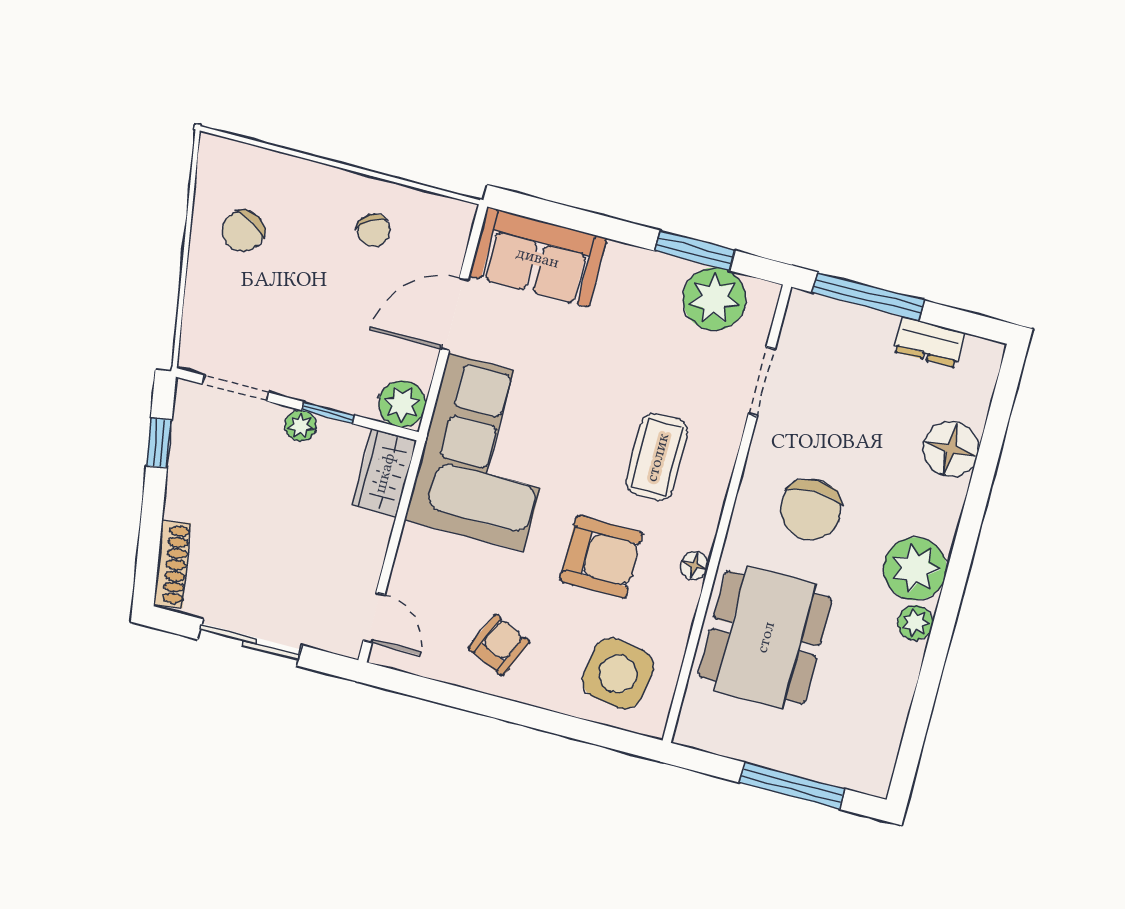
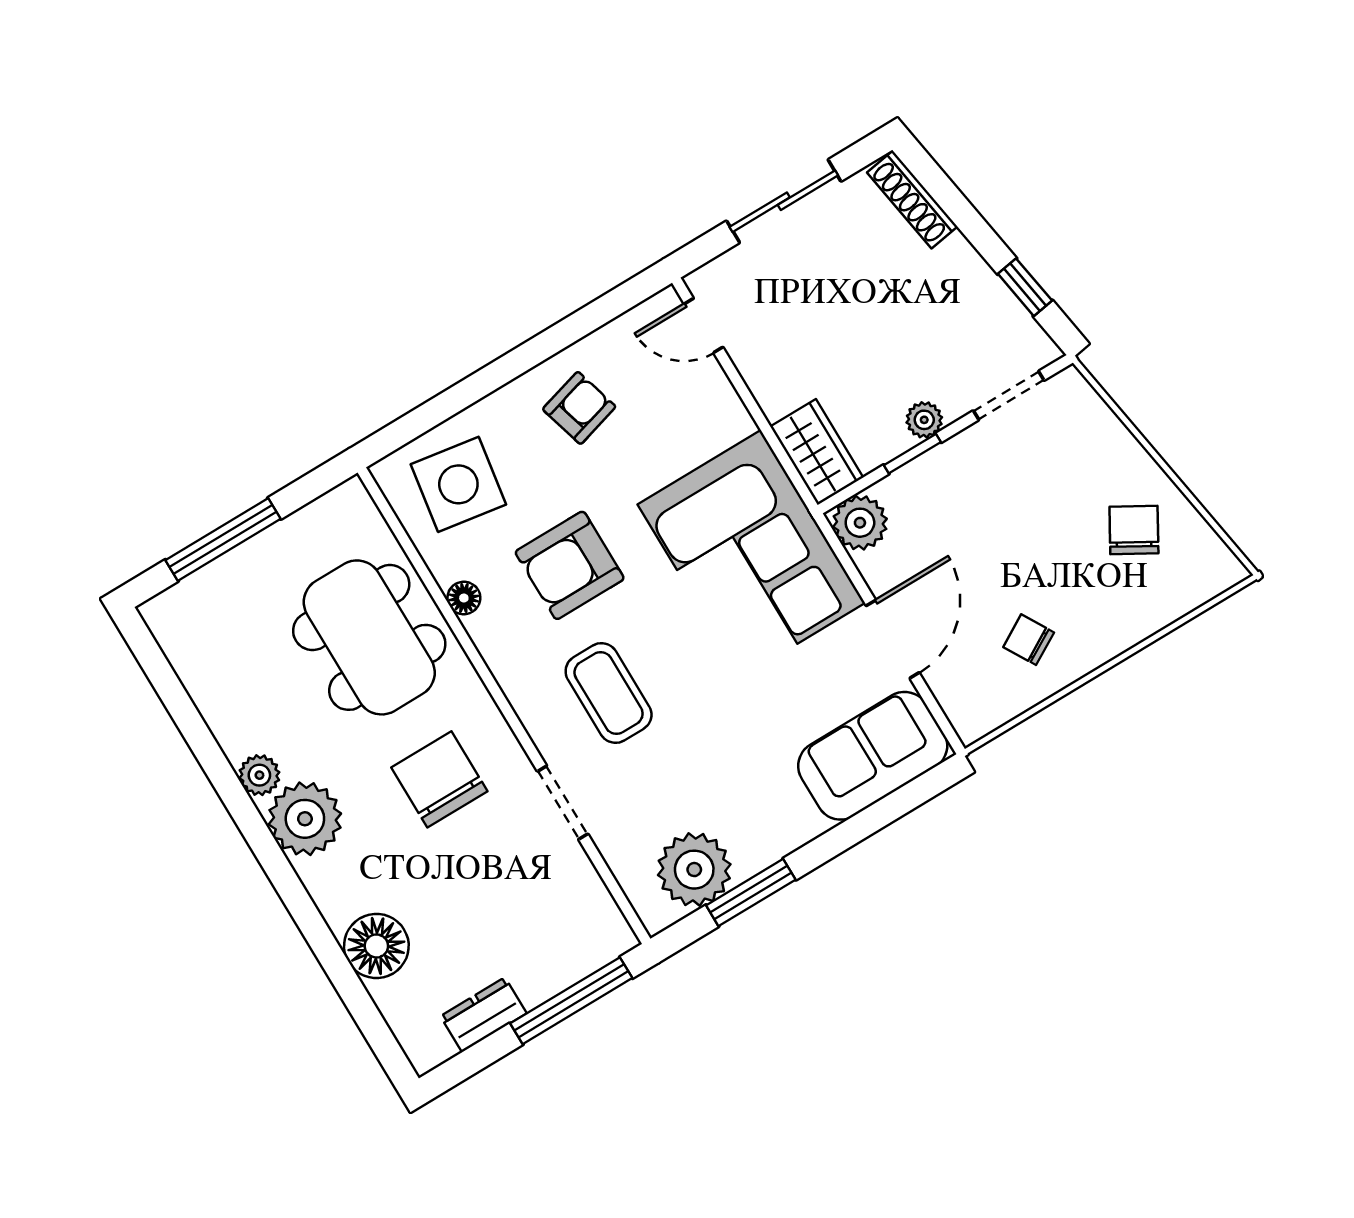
doorway: (762, 381) -> (563, 803), moved
floor lamp: (694, 565) -> (464, 598), moved
armchair: (499, 645) -> (579, 408), turned -130

